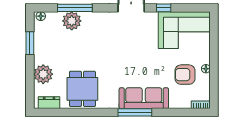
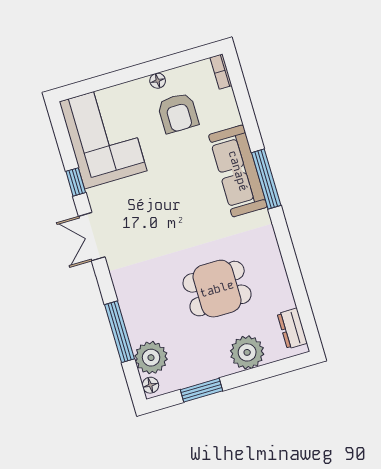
plant: (72, 21) -> (151, 358), moved
dining table: (82, 89) -> (217, 289), moved

